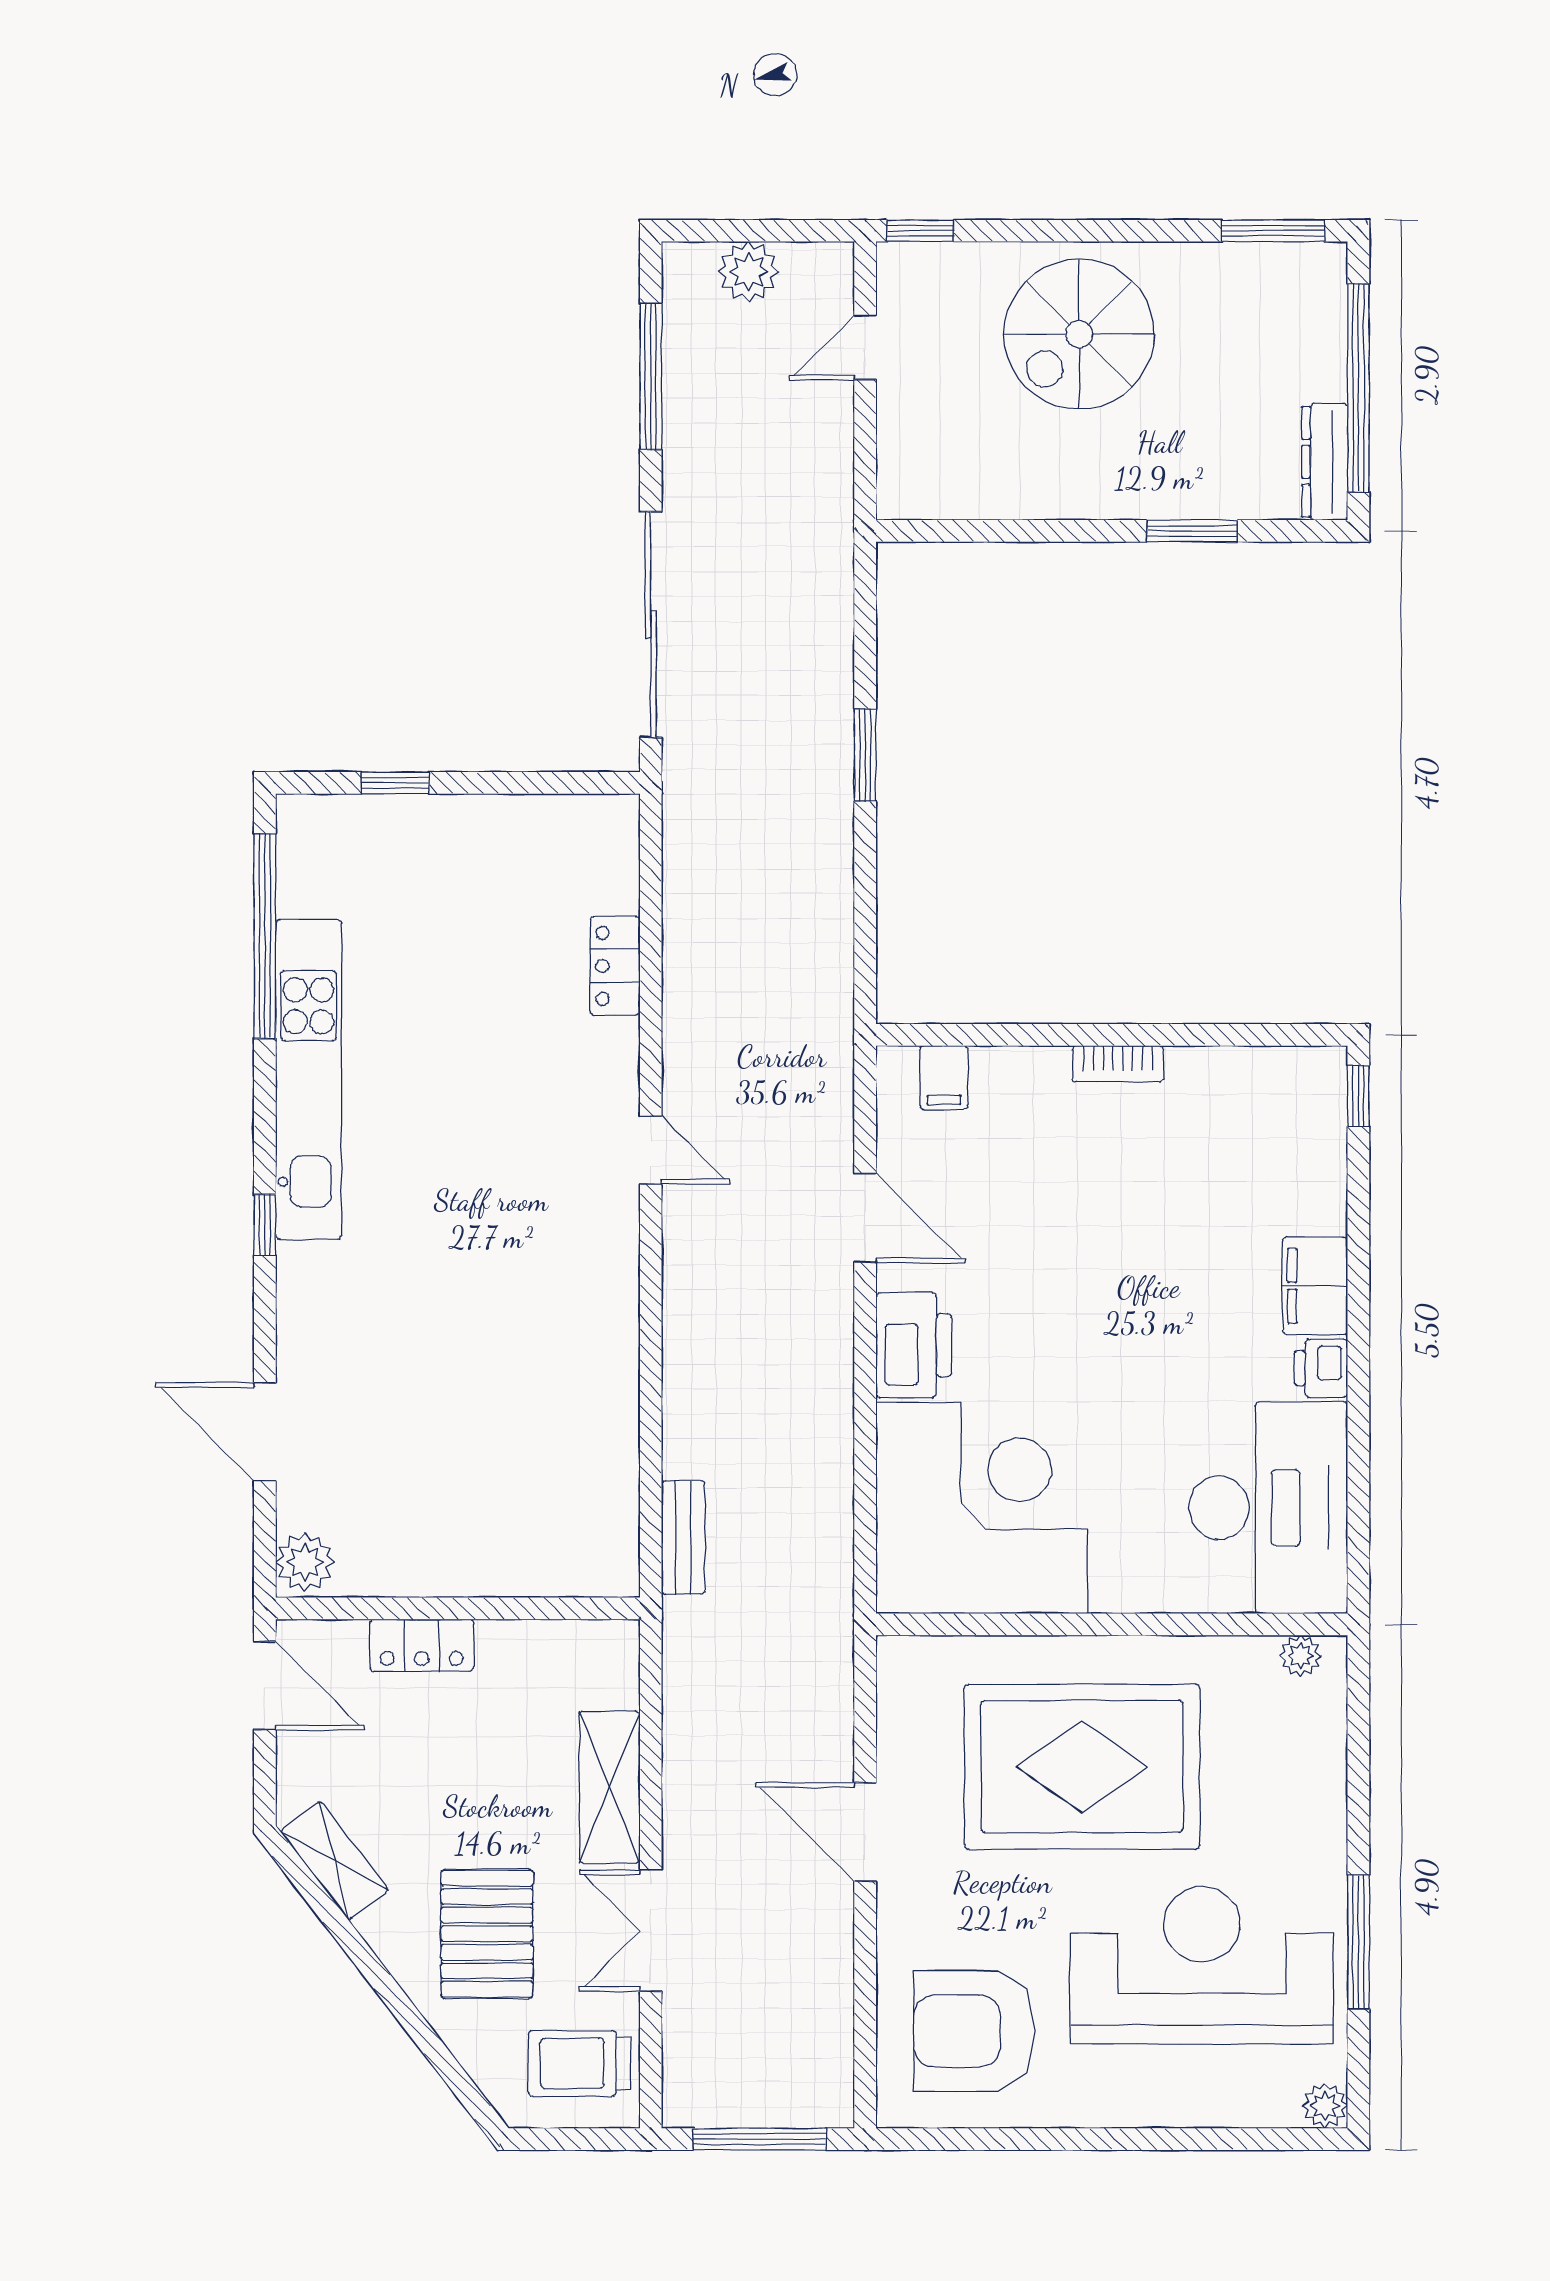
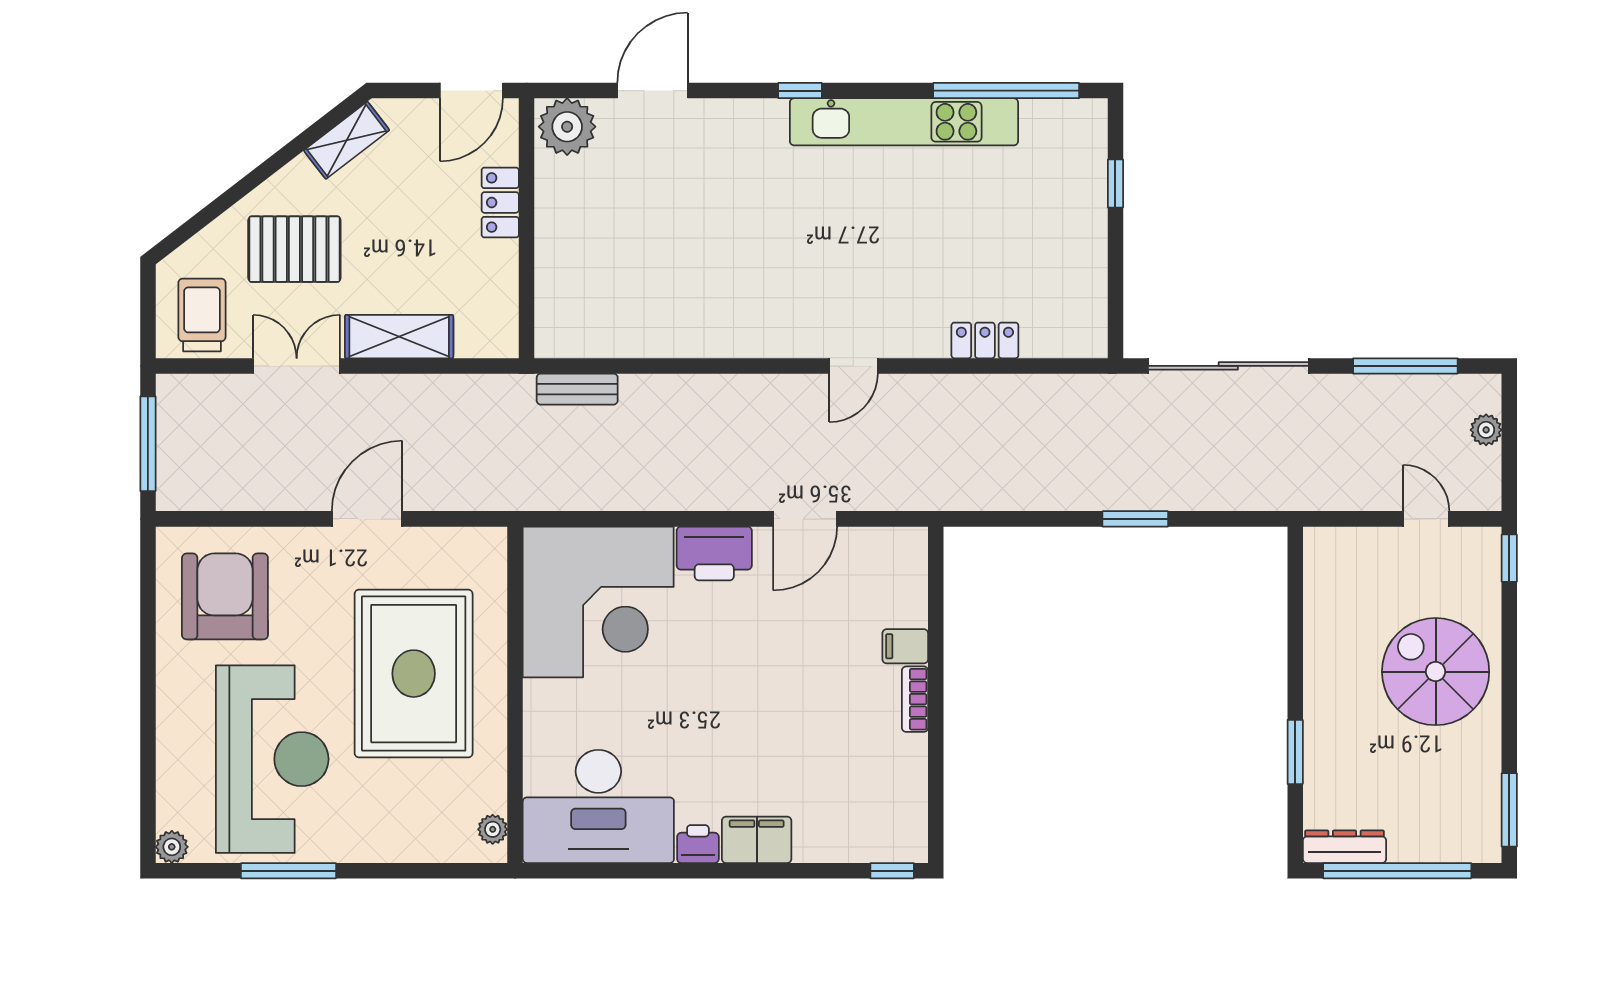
plant: (749, 272) -> (1486, 430), width x0.73, depth x0.73
filing cabinet: (944, 1078) -> (905, 646), moved
plant: (305, 1562) -> (567, 127), width x1.36, depth x1.36

